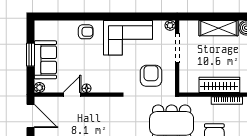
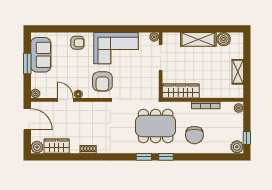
sofa: (45, 60) -> (41, 55), moved
armchair: (151, 76) -> (102, 81), moved, turned 180
wardrobe: (219, 85) -> (181, 91), moved
door: (72, 95) -> (65, 100), hinge flipped

